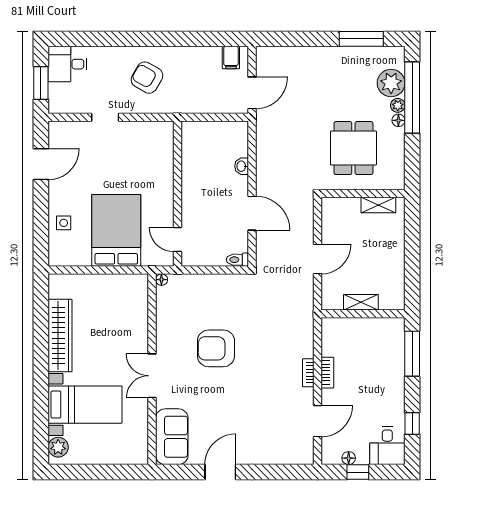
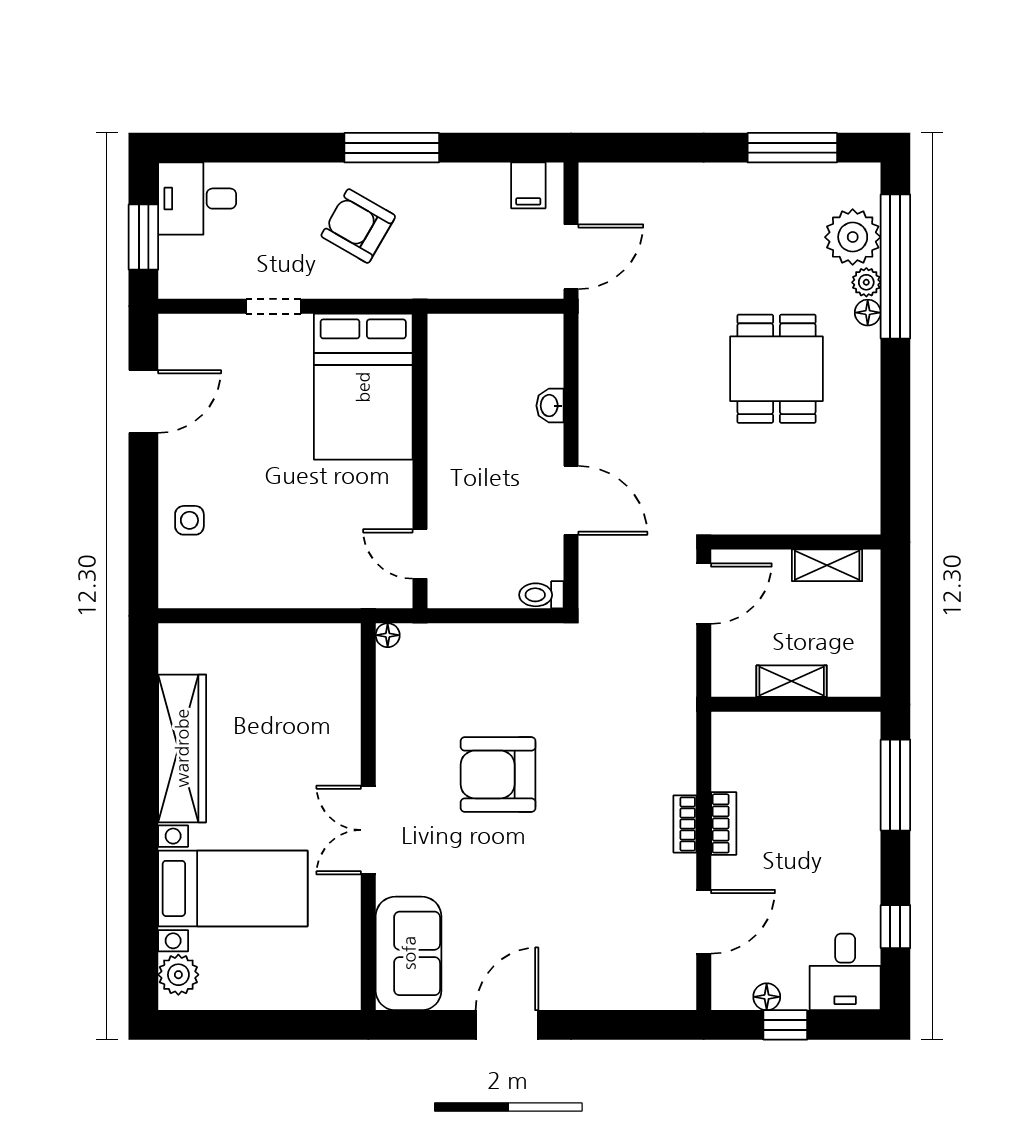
window: (163, 39) -> (392, 148), added
wall: (363, 194) -> (796, 542), moved
shelving: (378, 205) -> (827, 565), moved
bed: (116, 230) -> (363, 387), moved, turned 180

